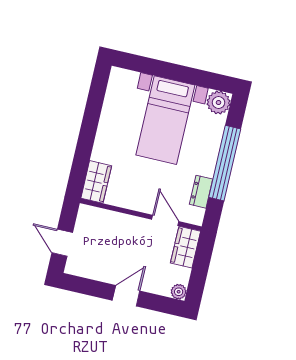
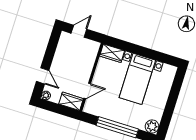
bed with nightstands: (165, 120) -> (137, 79), moved, turned -90
dresser: (201, 192) -> (102, 113), removed
door: (126, 296) -> (43, 76), moved

